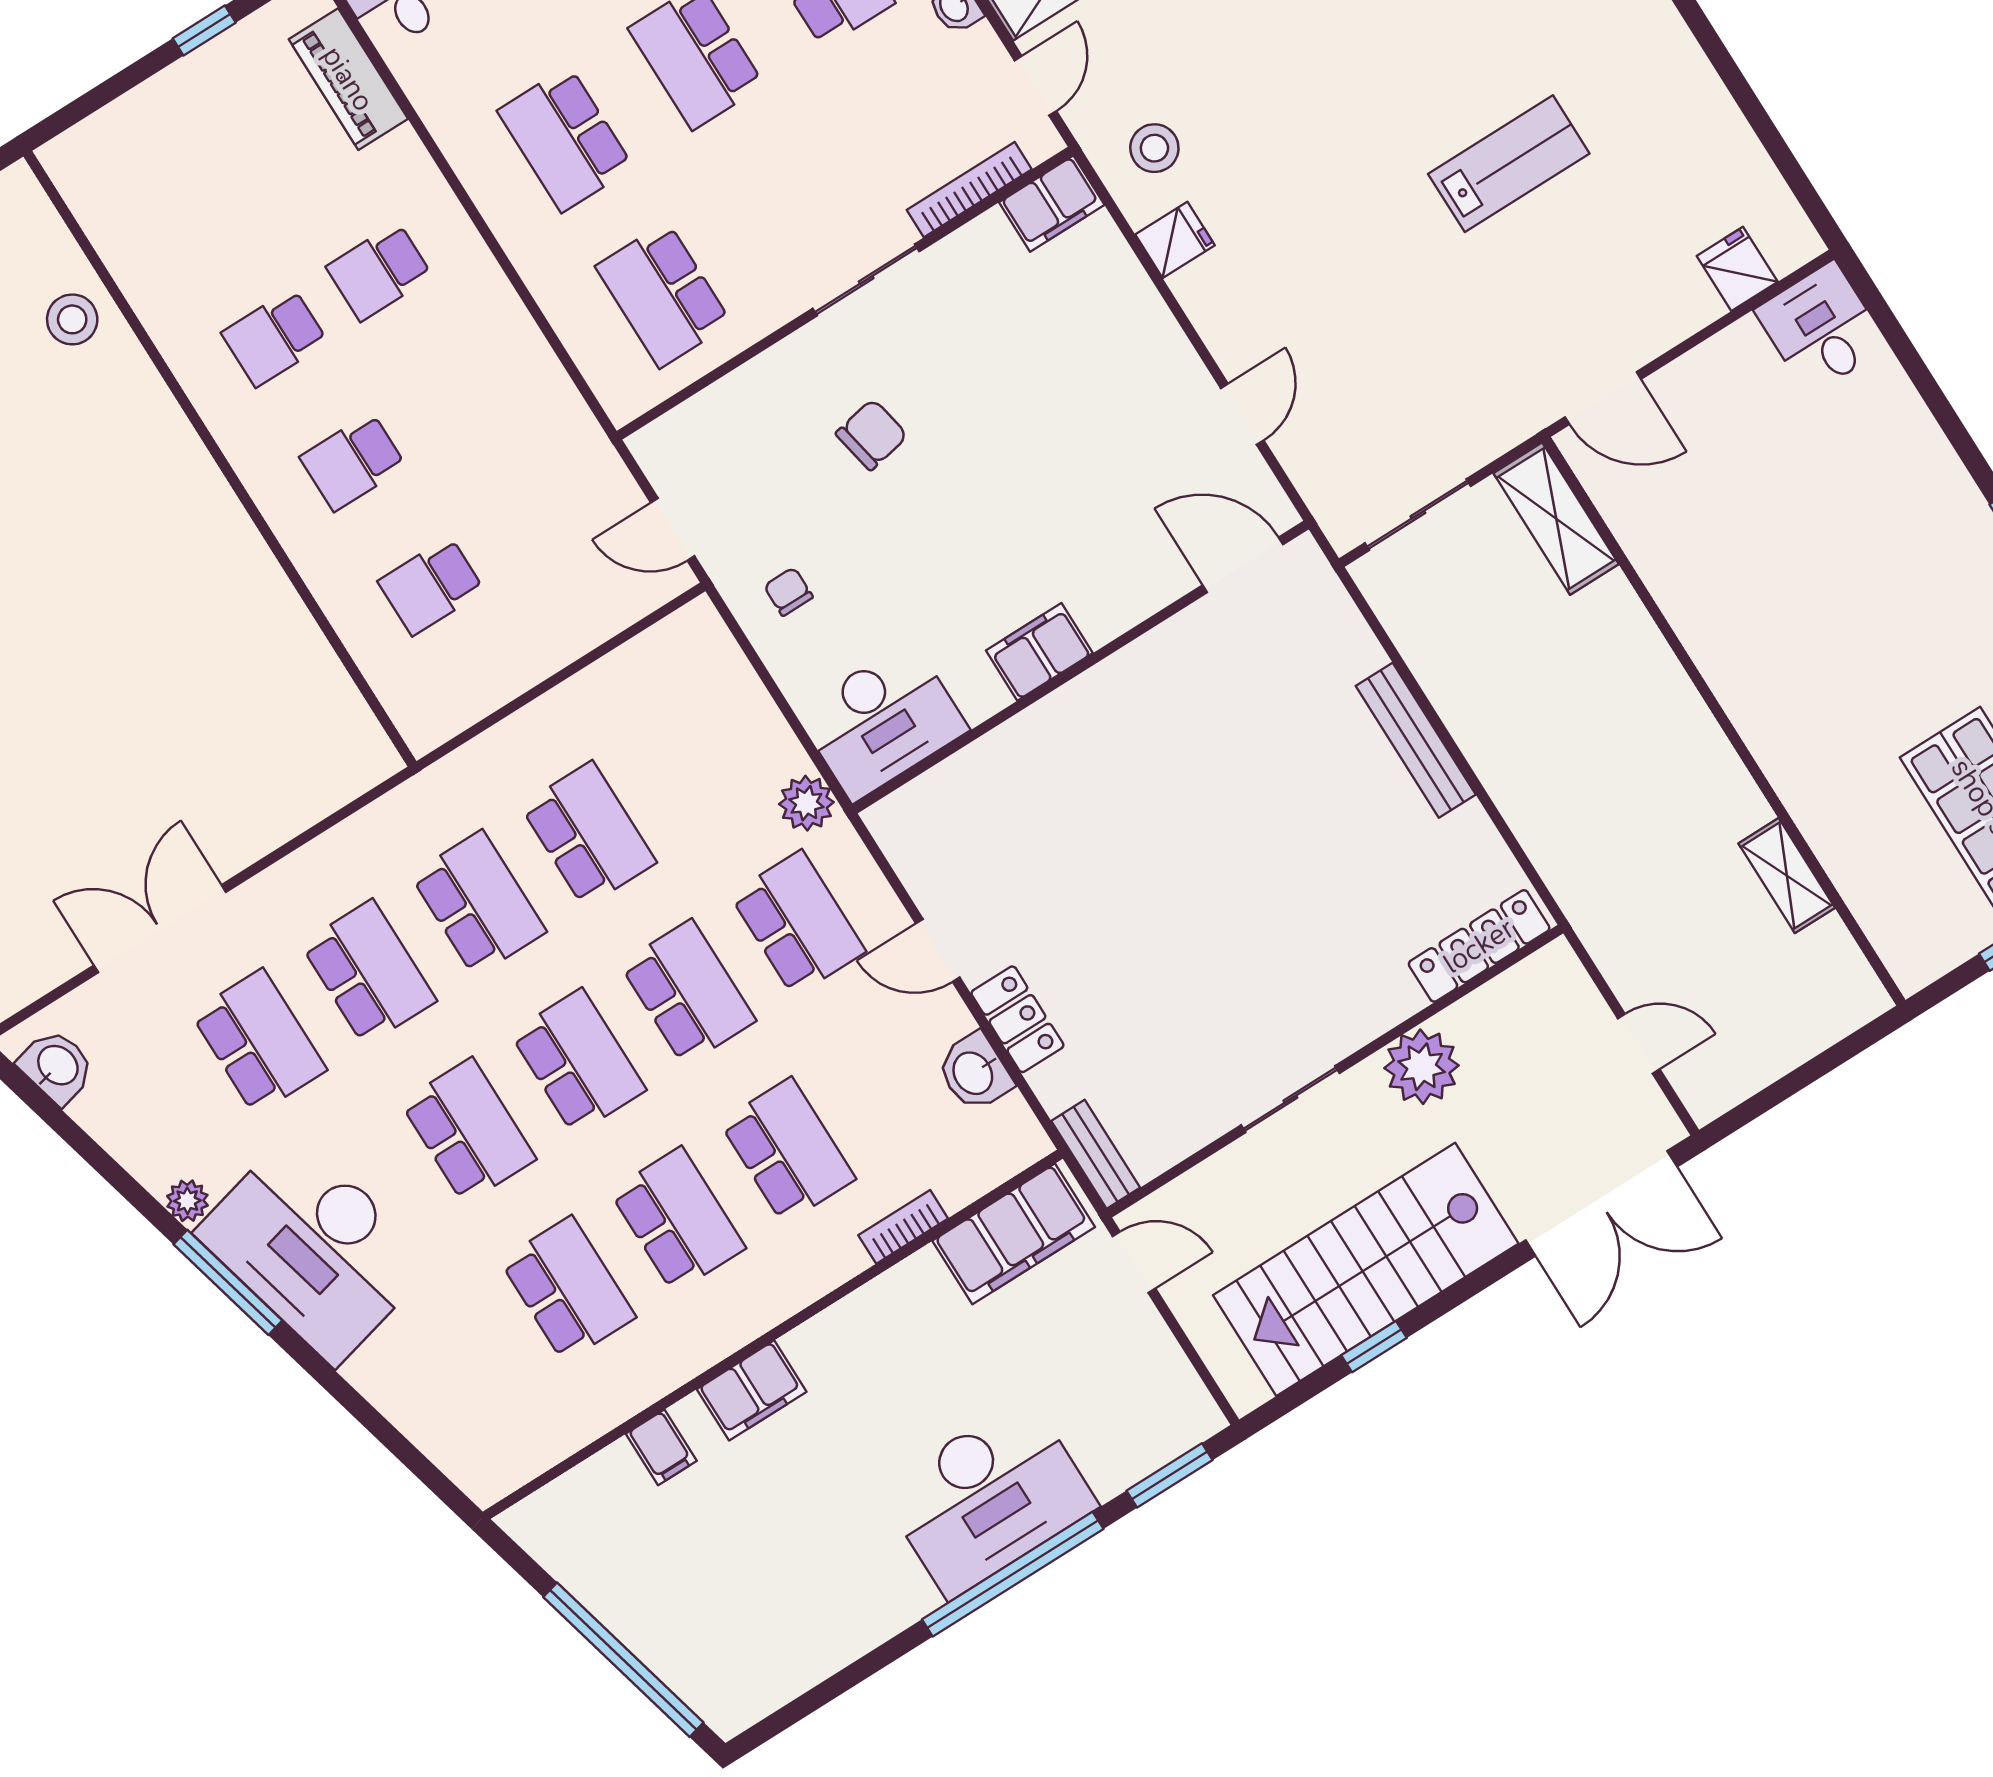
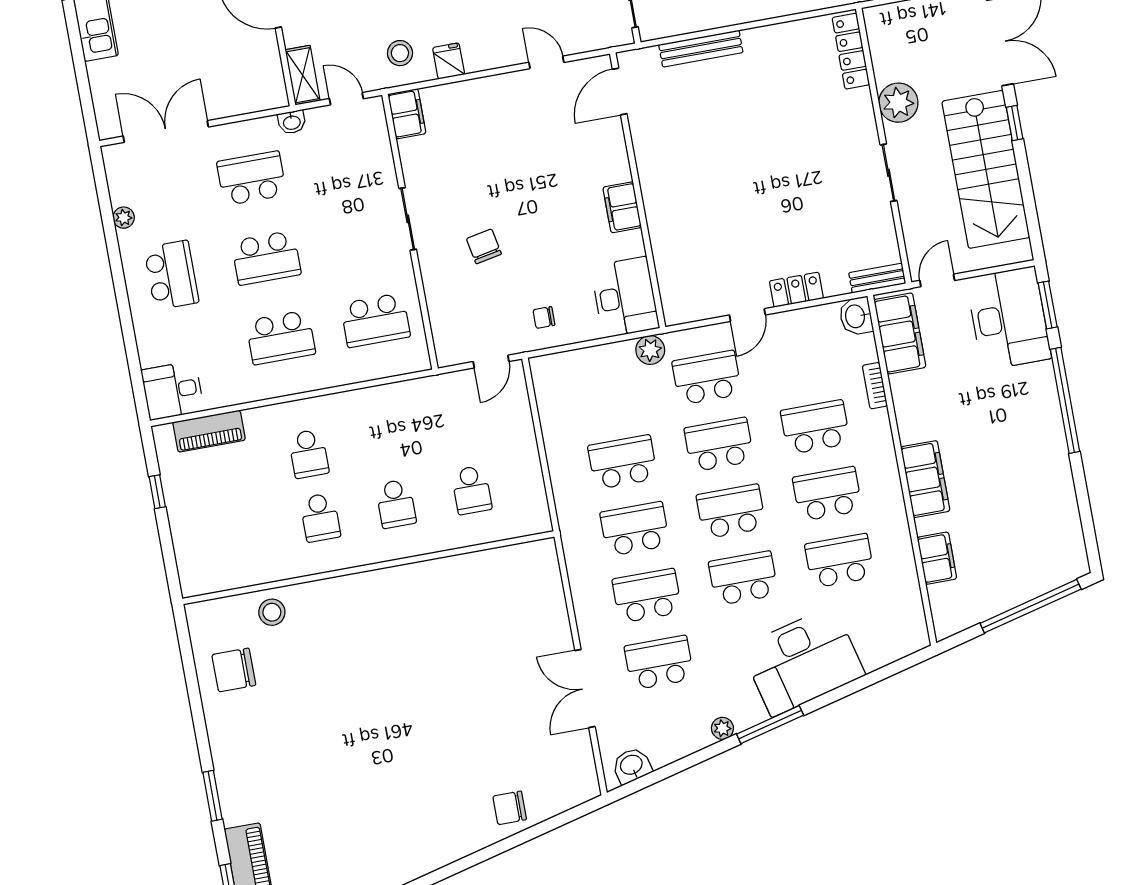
bookcase: (969, 190) -> (384, 151), removed
bench: (1416, 740) -> (701, 49), moved
washbasin: (974, 1072) -> (856, 316), moved, turned 90
desk: (314, 1248) -> (803, 661), moved
window: (1374, 1347) -> (1015, 123), moved
filing cabinet: (752, 1390) -> (925, 479), width x1.50, depth x1.17
filing cabinet: (661, 1447) -> (937, 558), width x2.00
desk: (988, 1497) -> (1009, 318), moved

